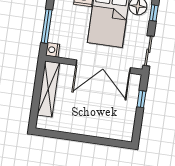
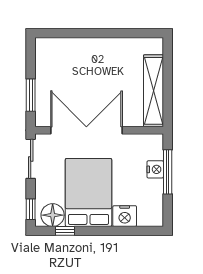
nightstand: (53, 50) -> (155, 169), moved
window: (141, 99) -> (31, 95), width x1.50

